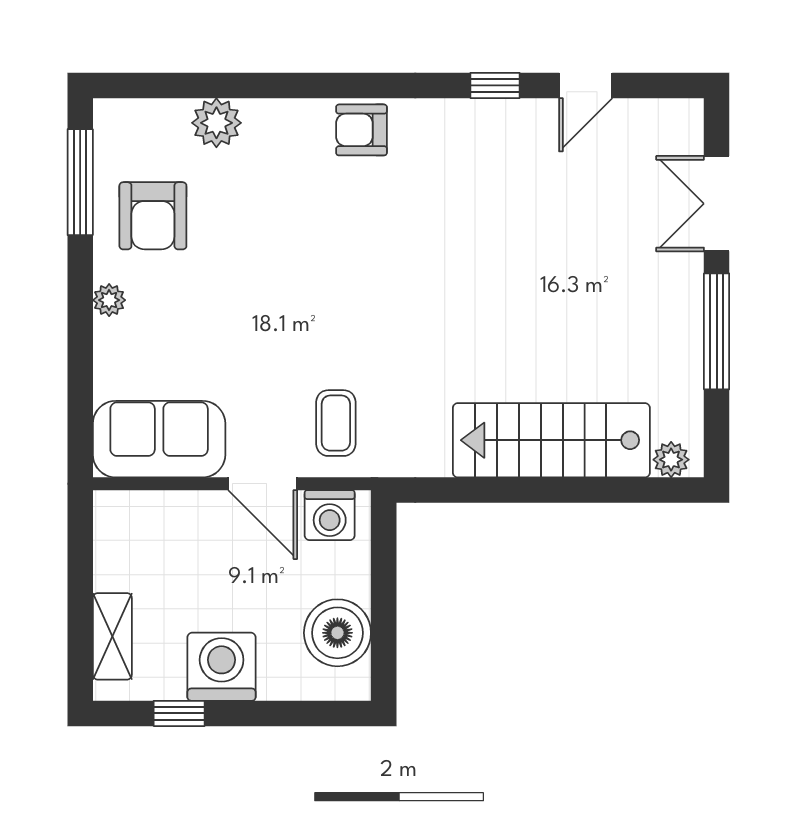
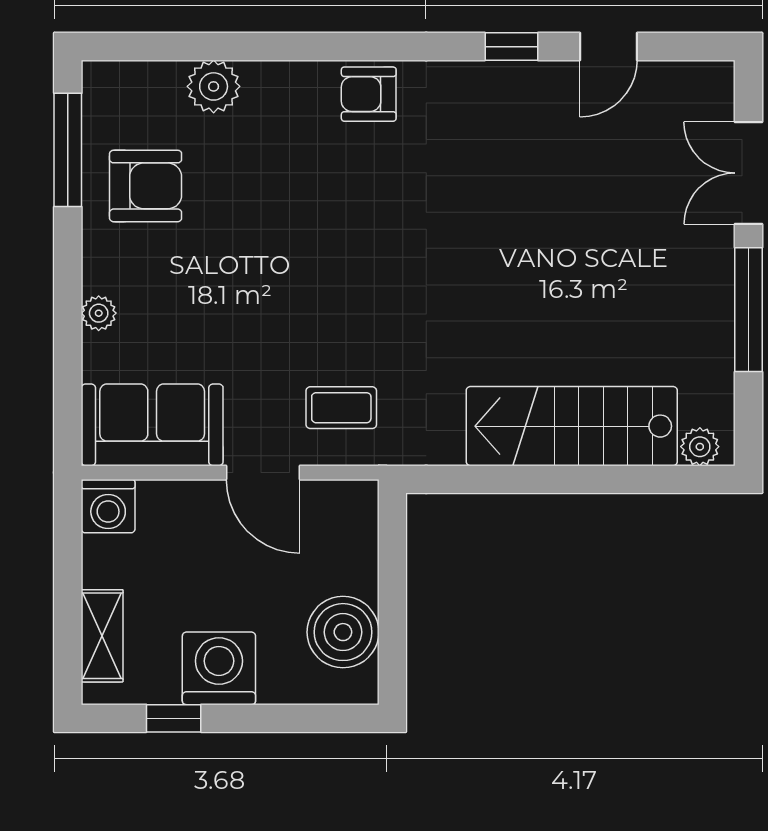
armchair: (153, 216) -> (146, 186), turned -90
plant: (109, 300) -> (99, 313), moved
coffee table: (336, 423) -> (341, 408), turned 90
washing machine: (330, 515) -> (108, 506), moved

